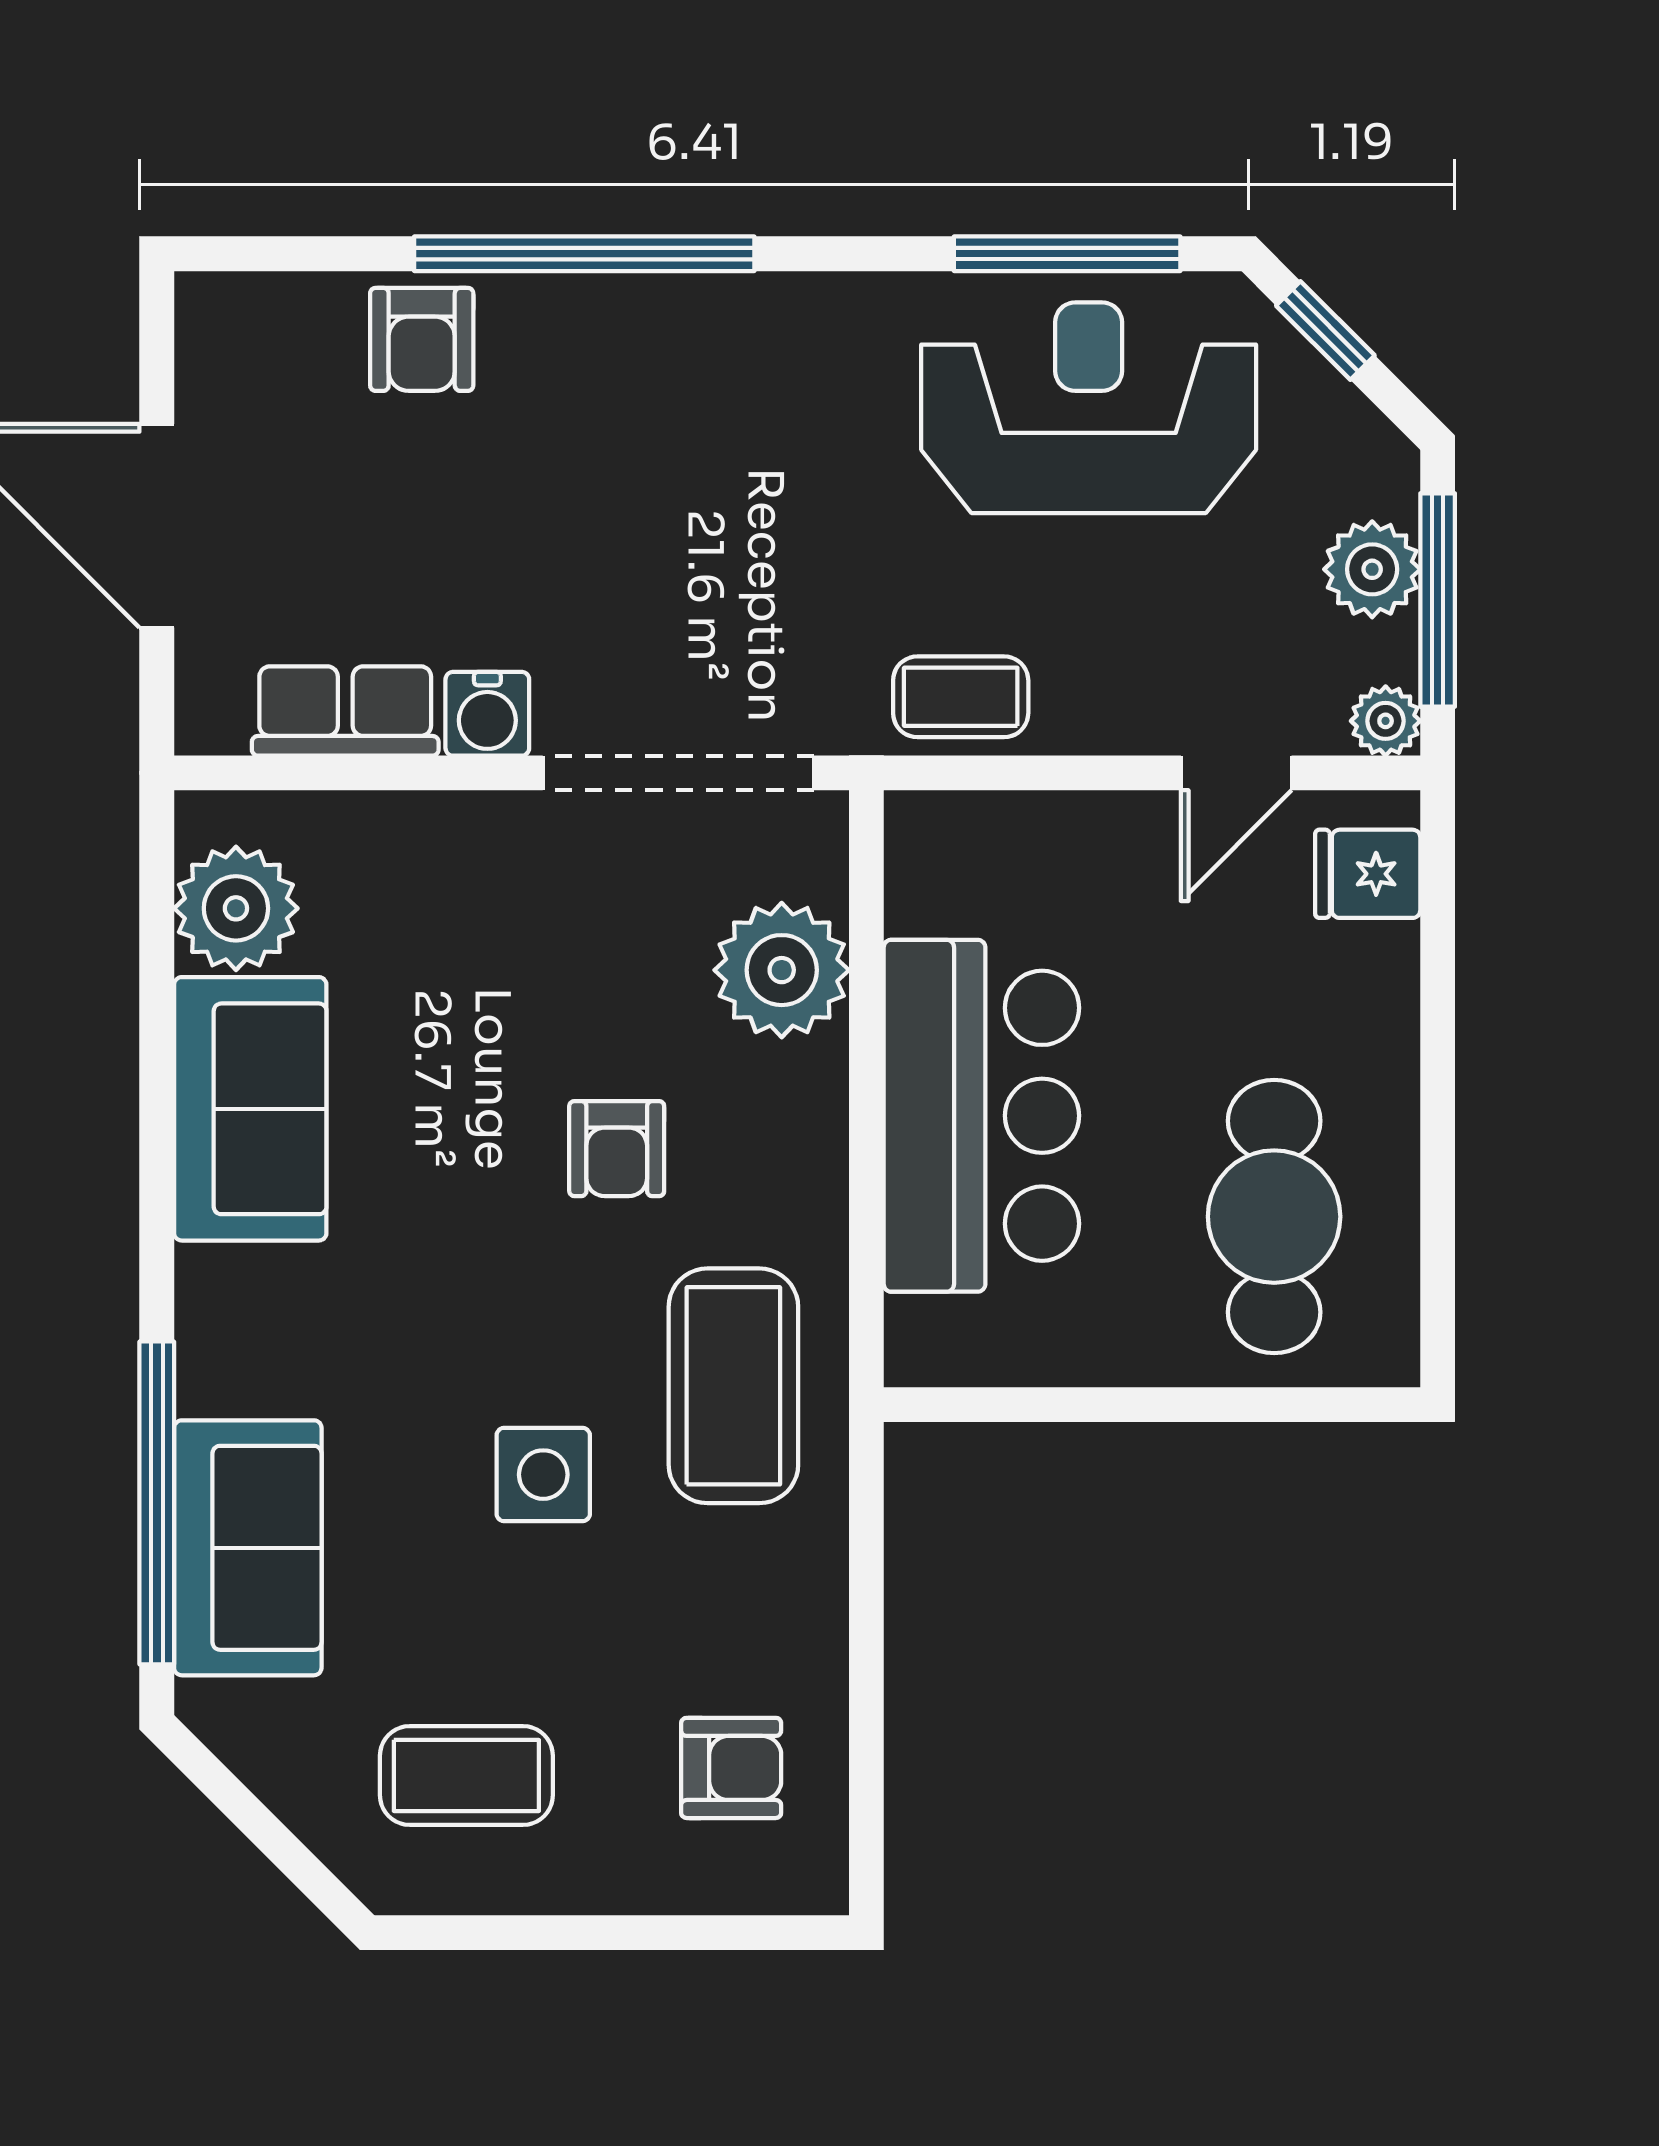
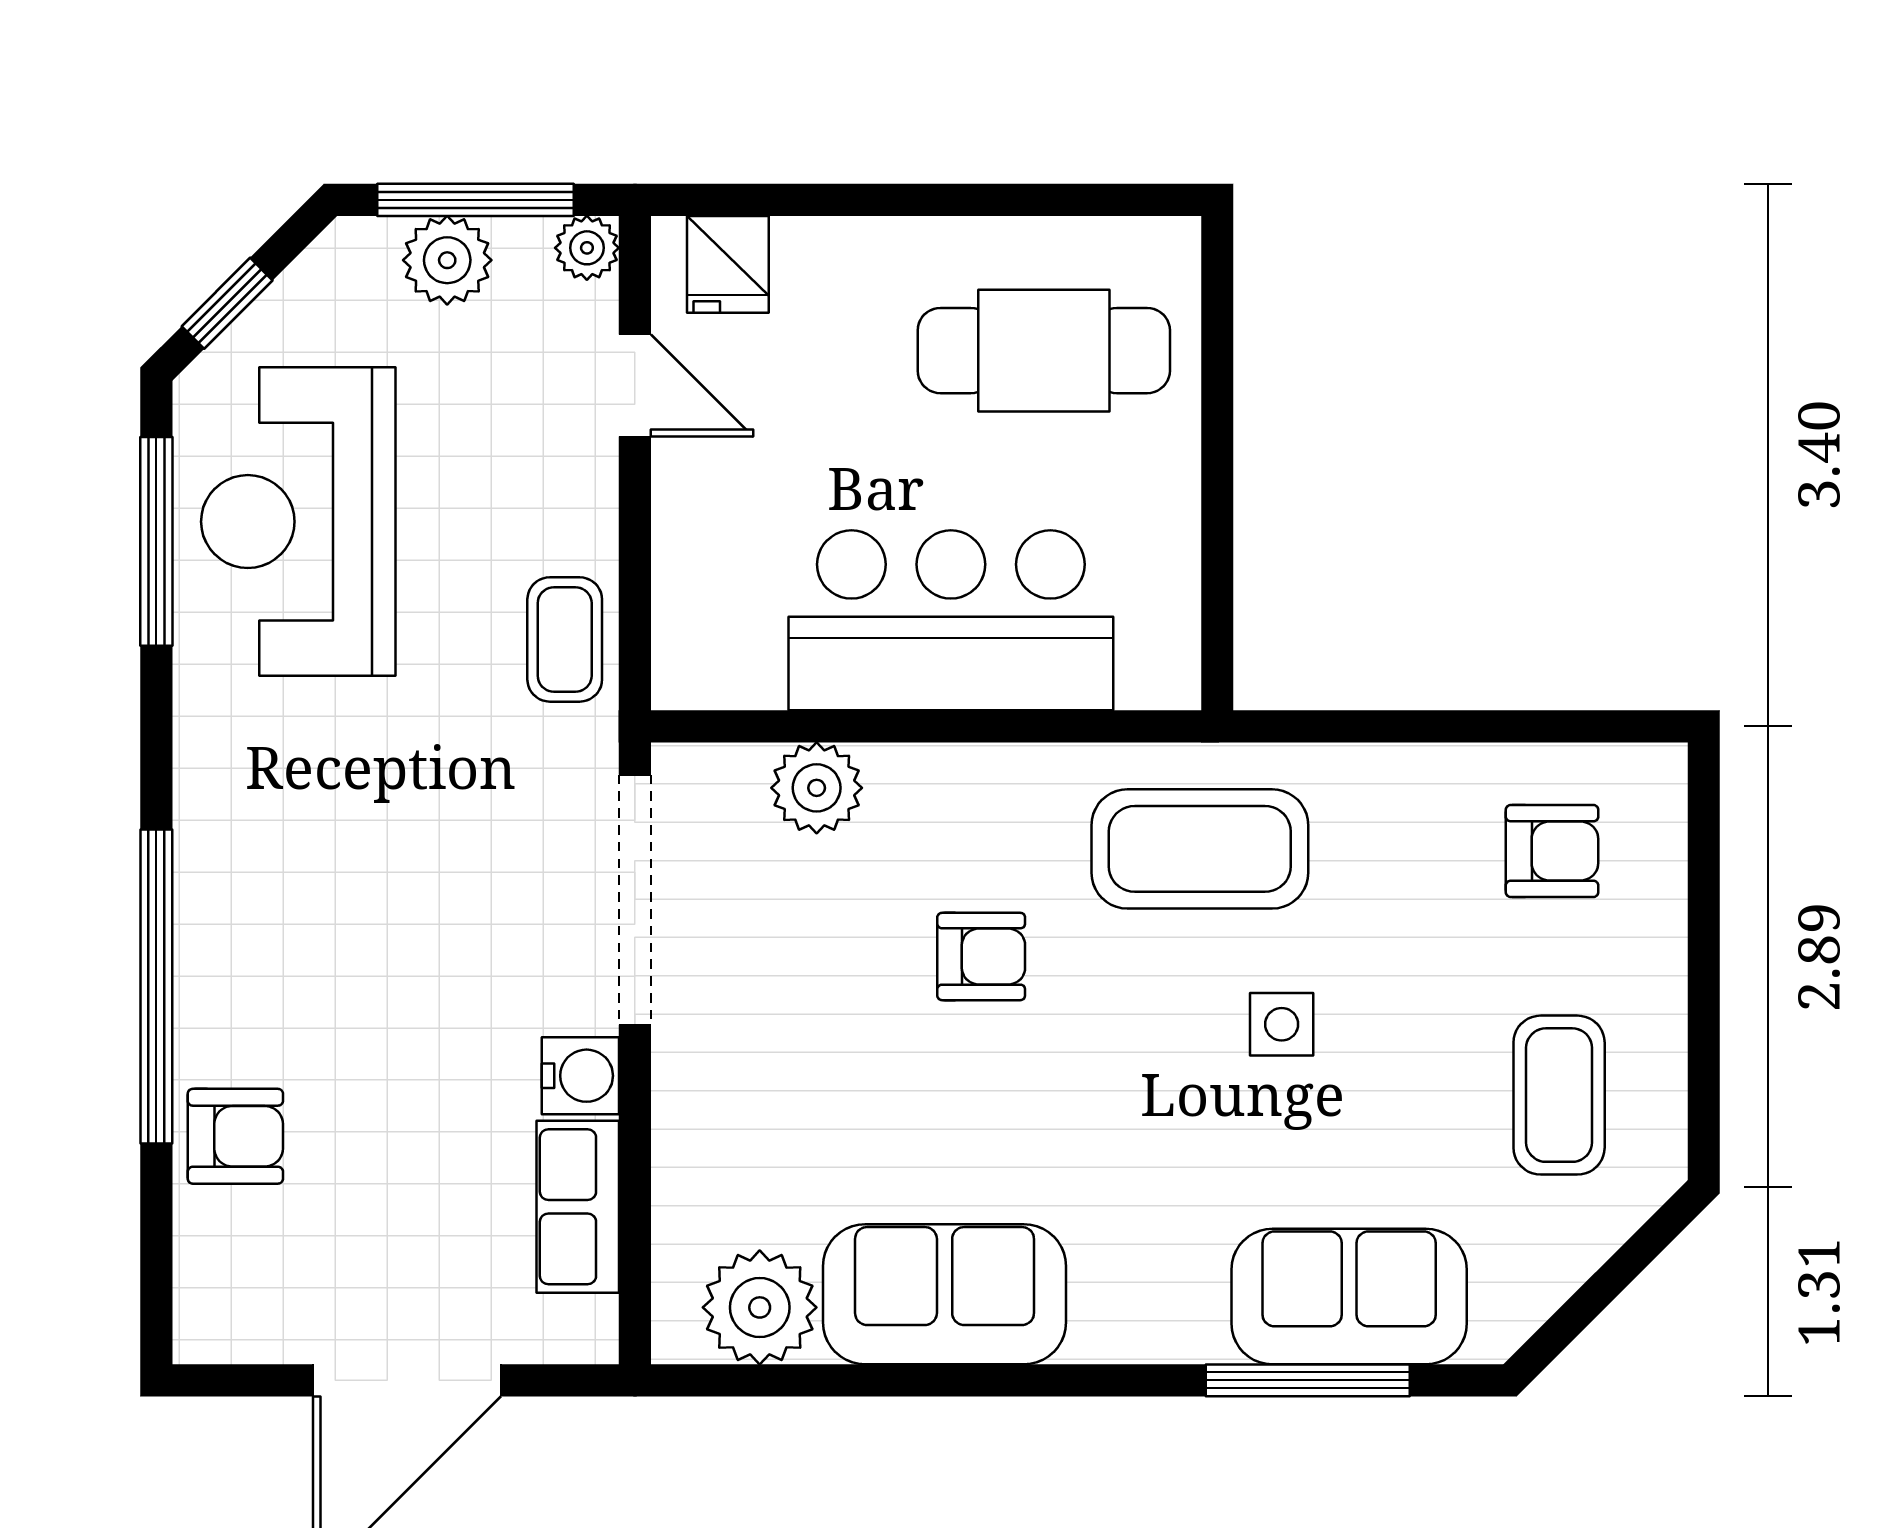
plant: (782, 970) -> (817, 788), width x0.73, depth x0.73
side table: (543, 1475) -> (1282, 1024), width x0.73, depth x0.73
window: (157, 1503) -> (1308, 1380), width x0.68
armchair: (731, 1768) -> (1552, 851), turned 90

